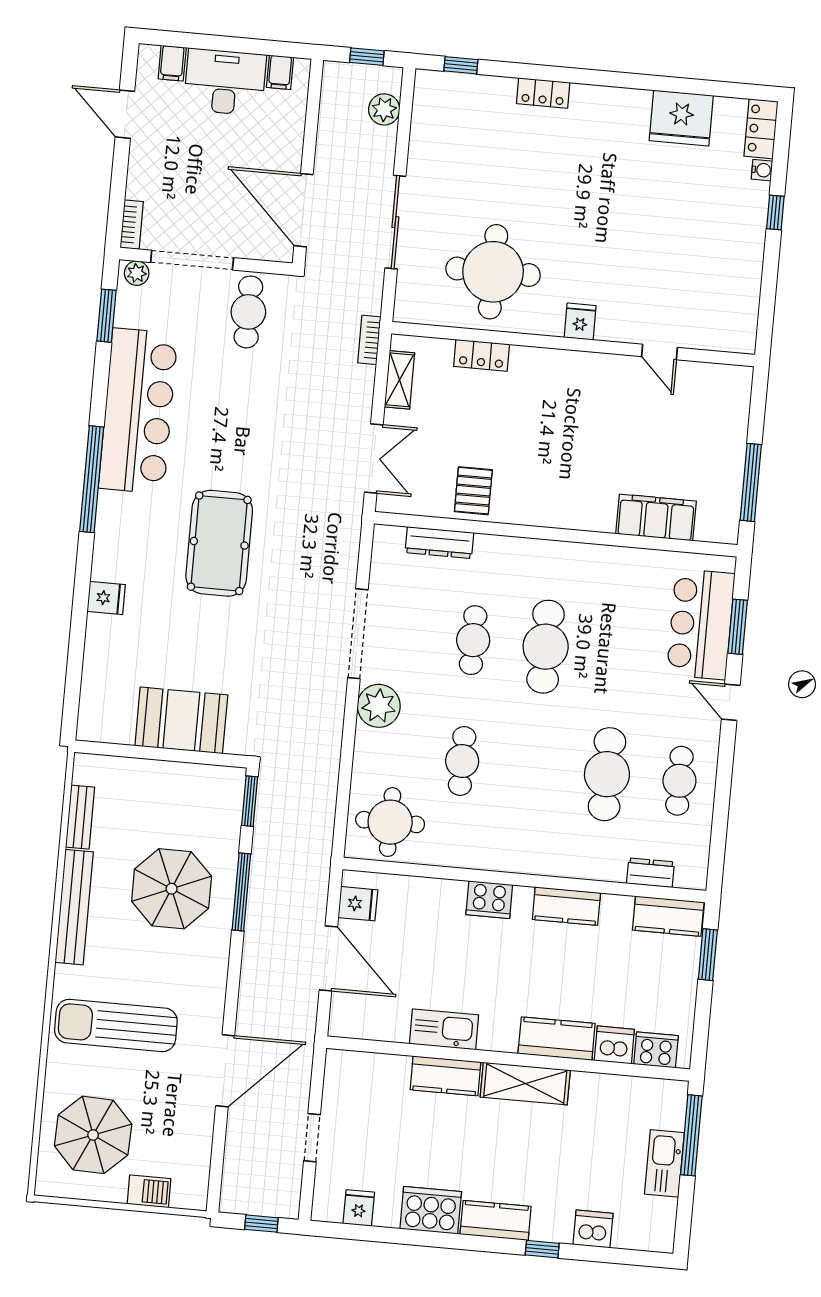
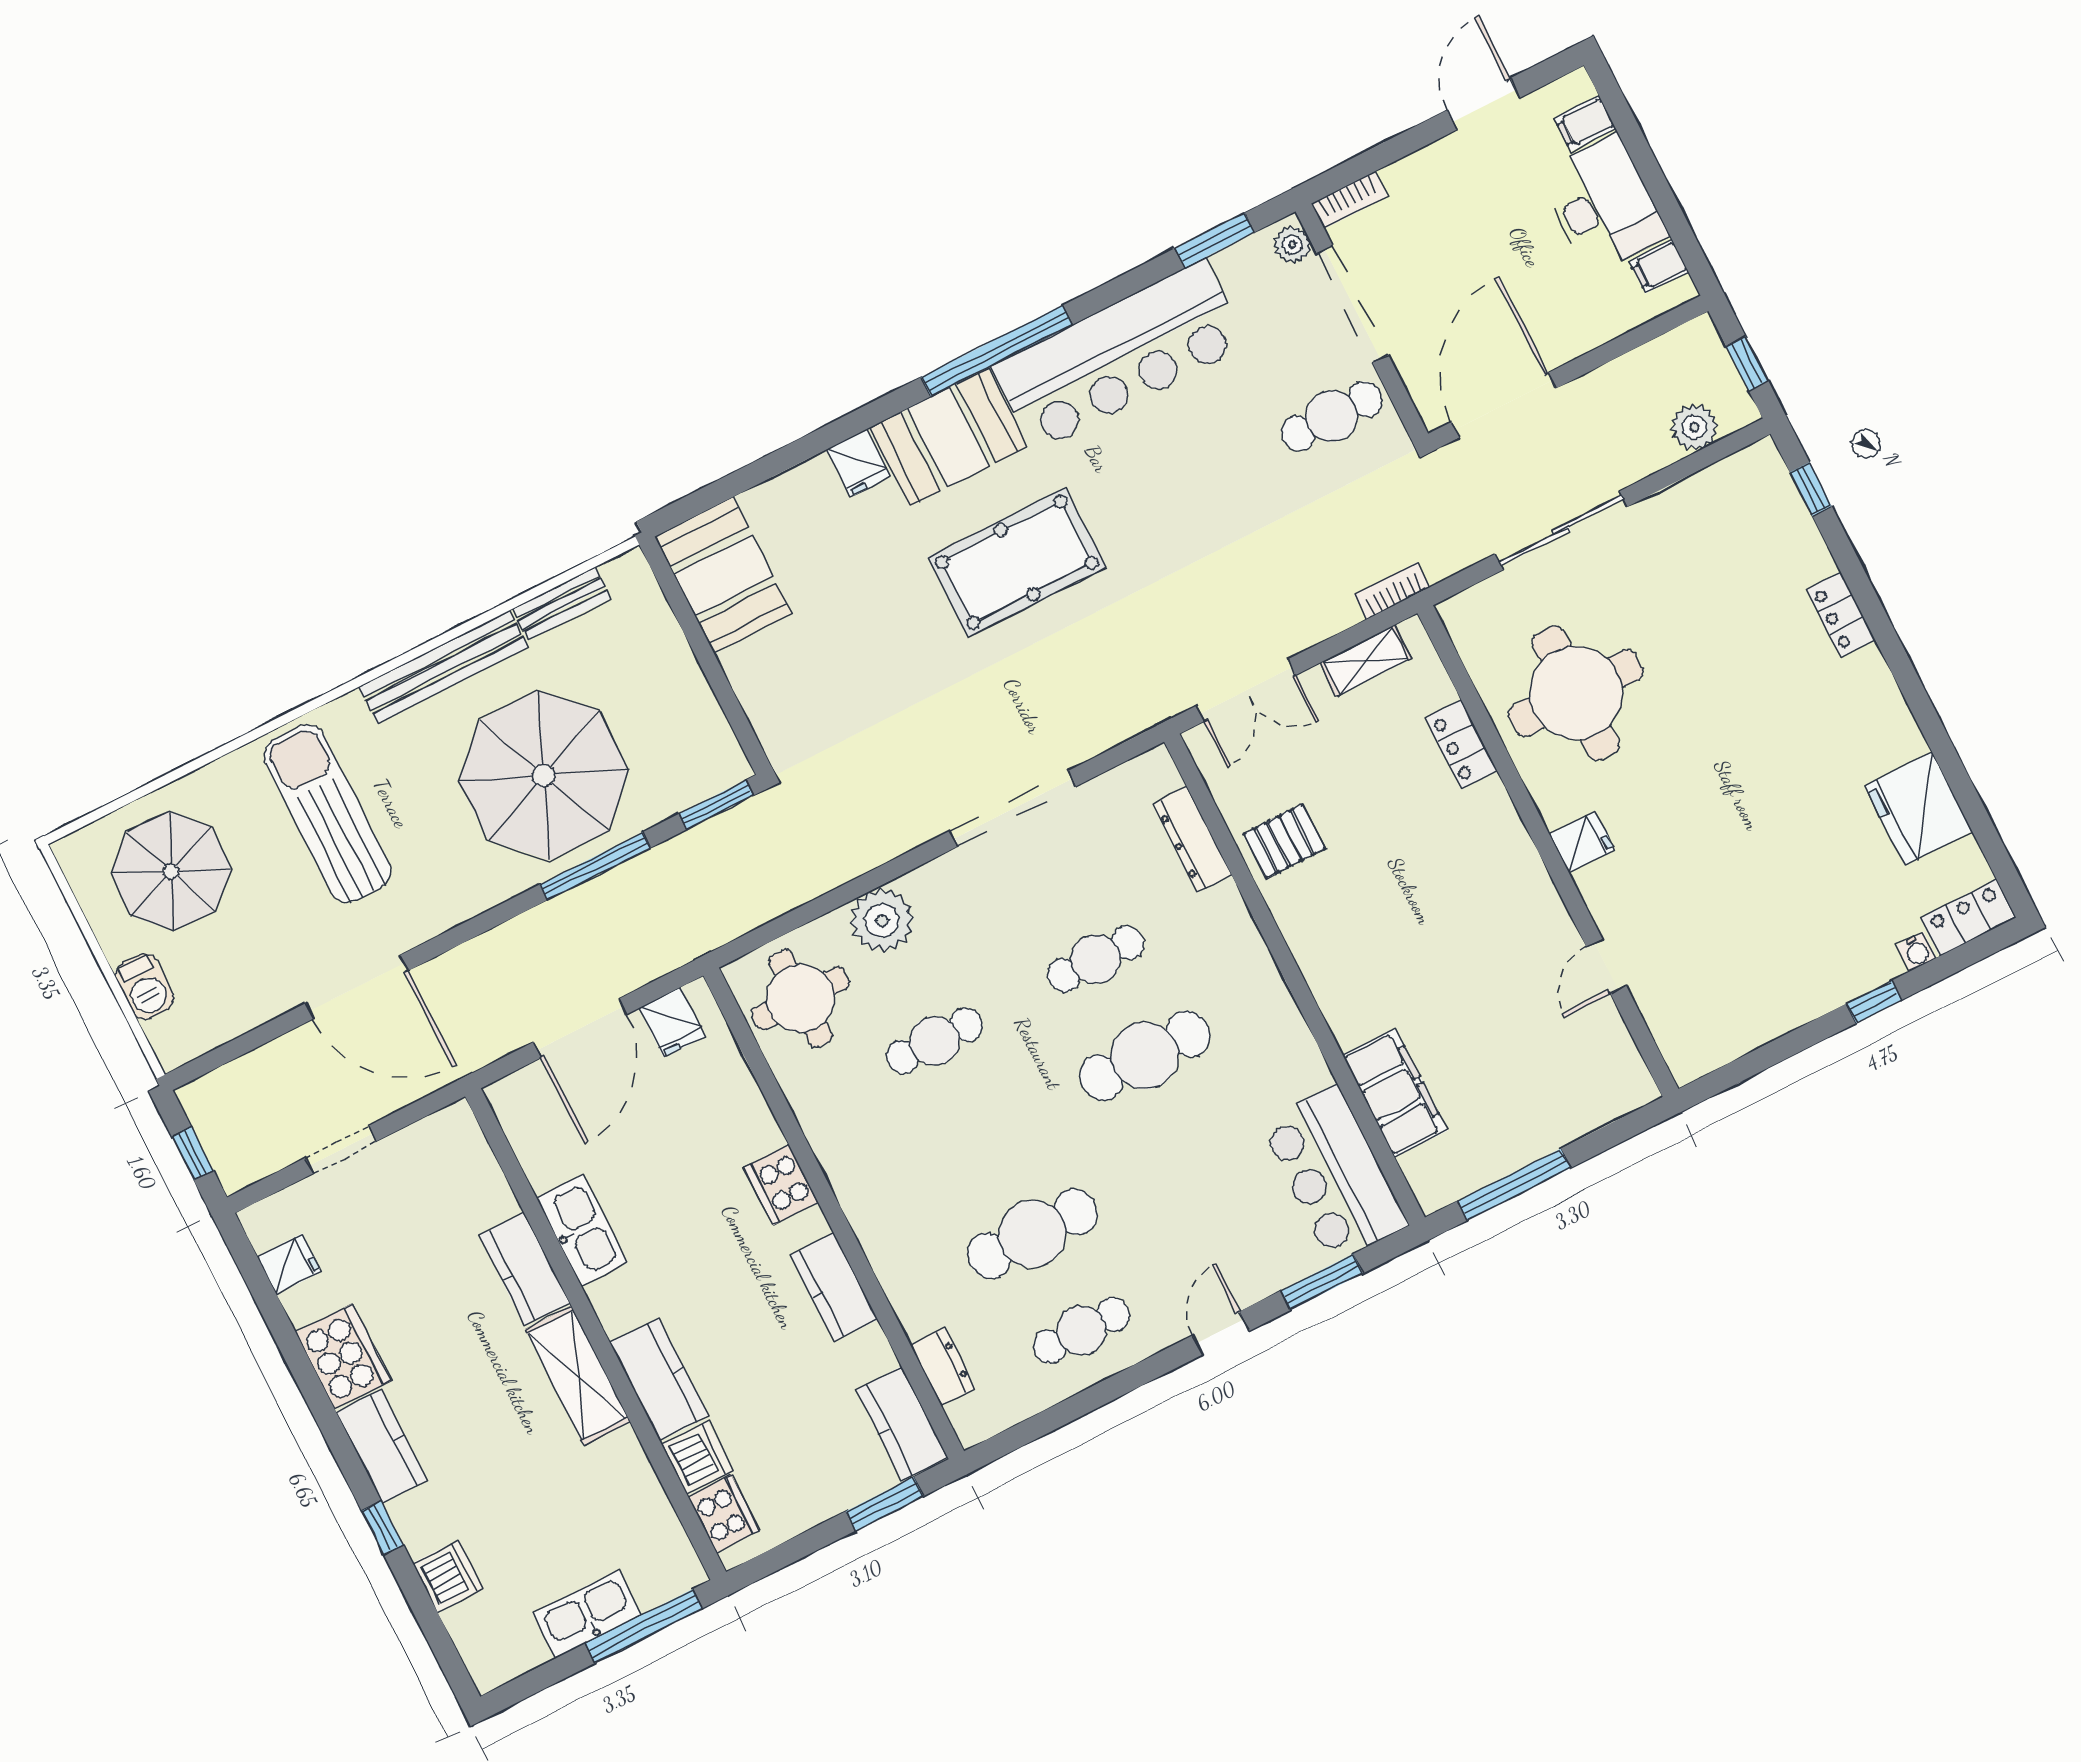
booth: (124, 537) -> (949, 437), added
bar counter: (701, 624) -> (1334, 1174), moved, turned -90
plant: (379, 706) -> (882, 921), moved
booth: (181, 720) -> (723, 575), moved
parasol: (172, 889) -> (544, 775), width x1.36, depth x1.36

